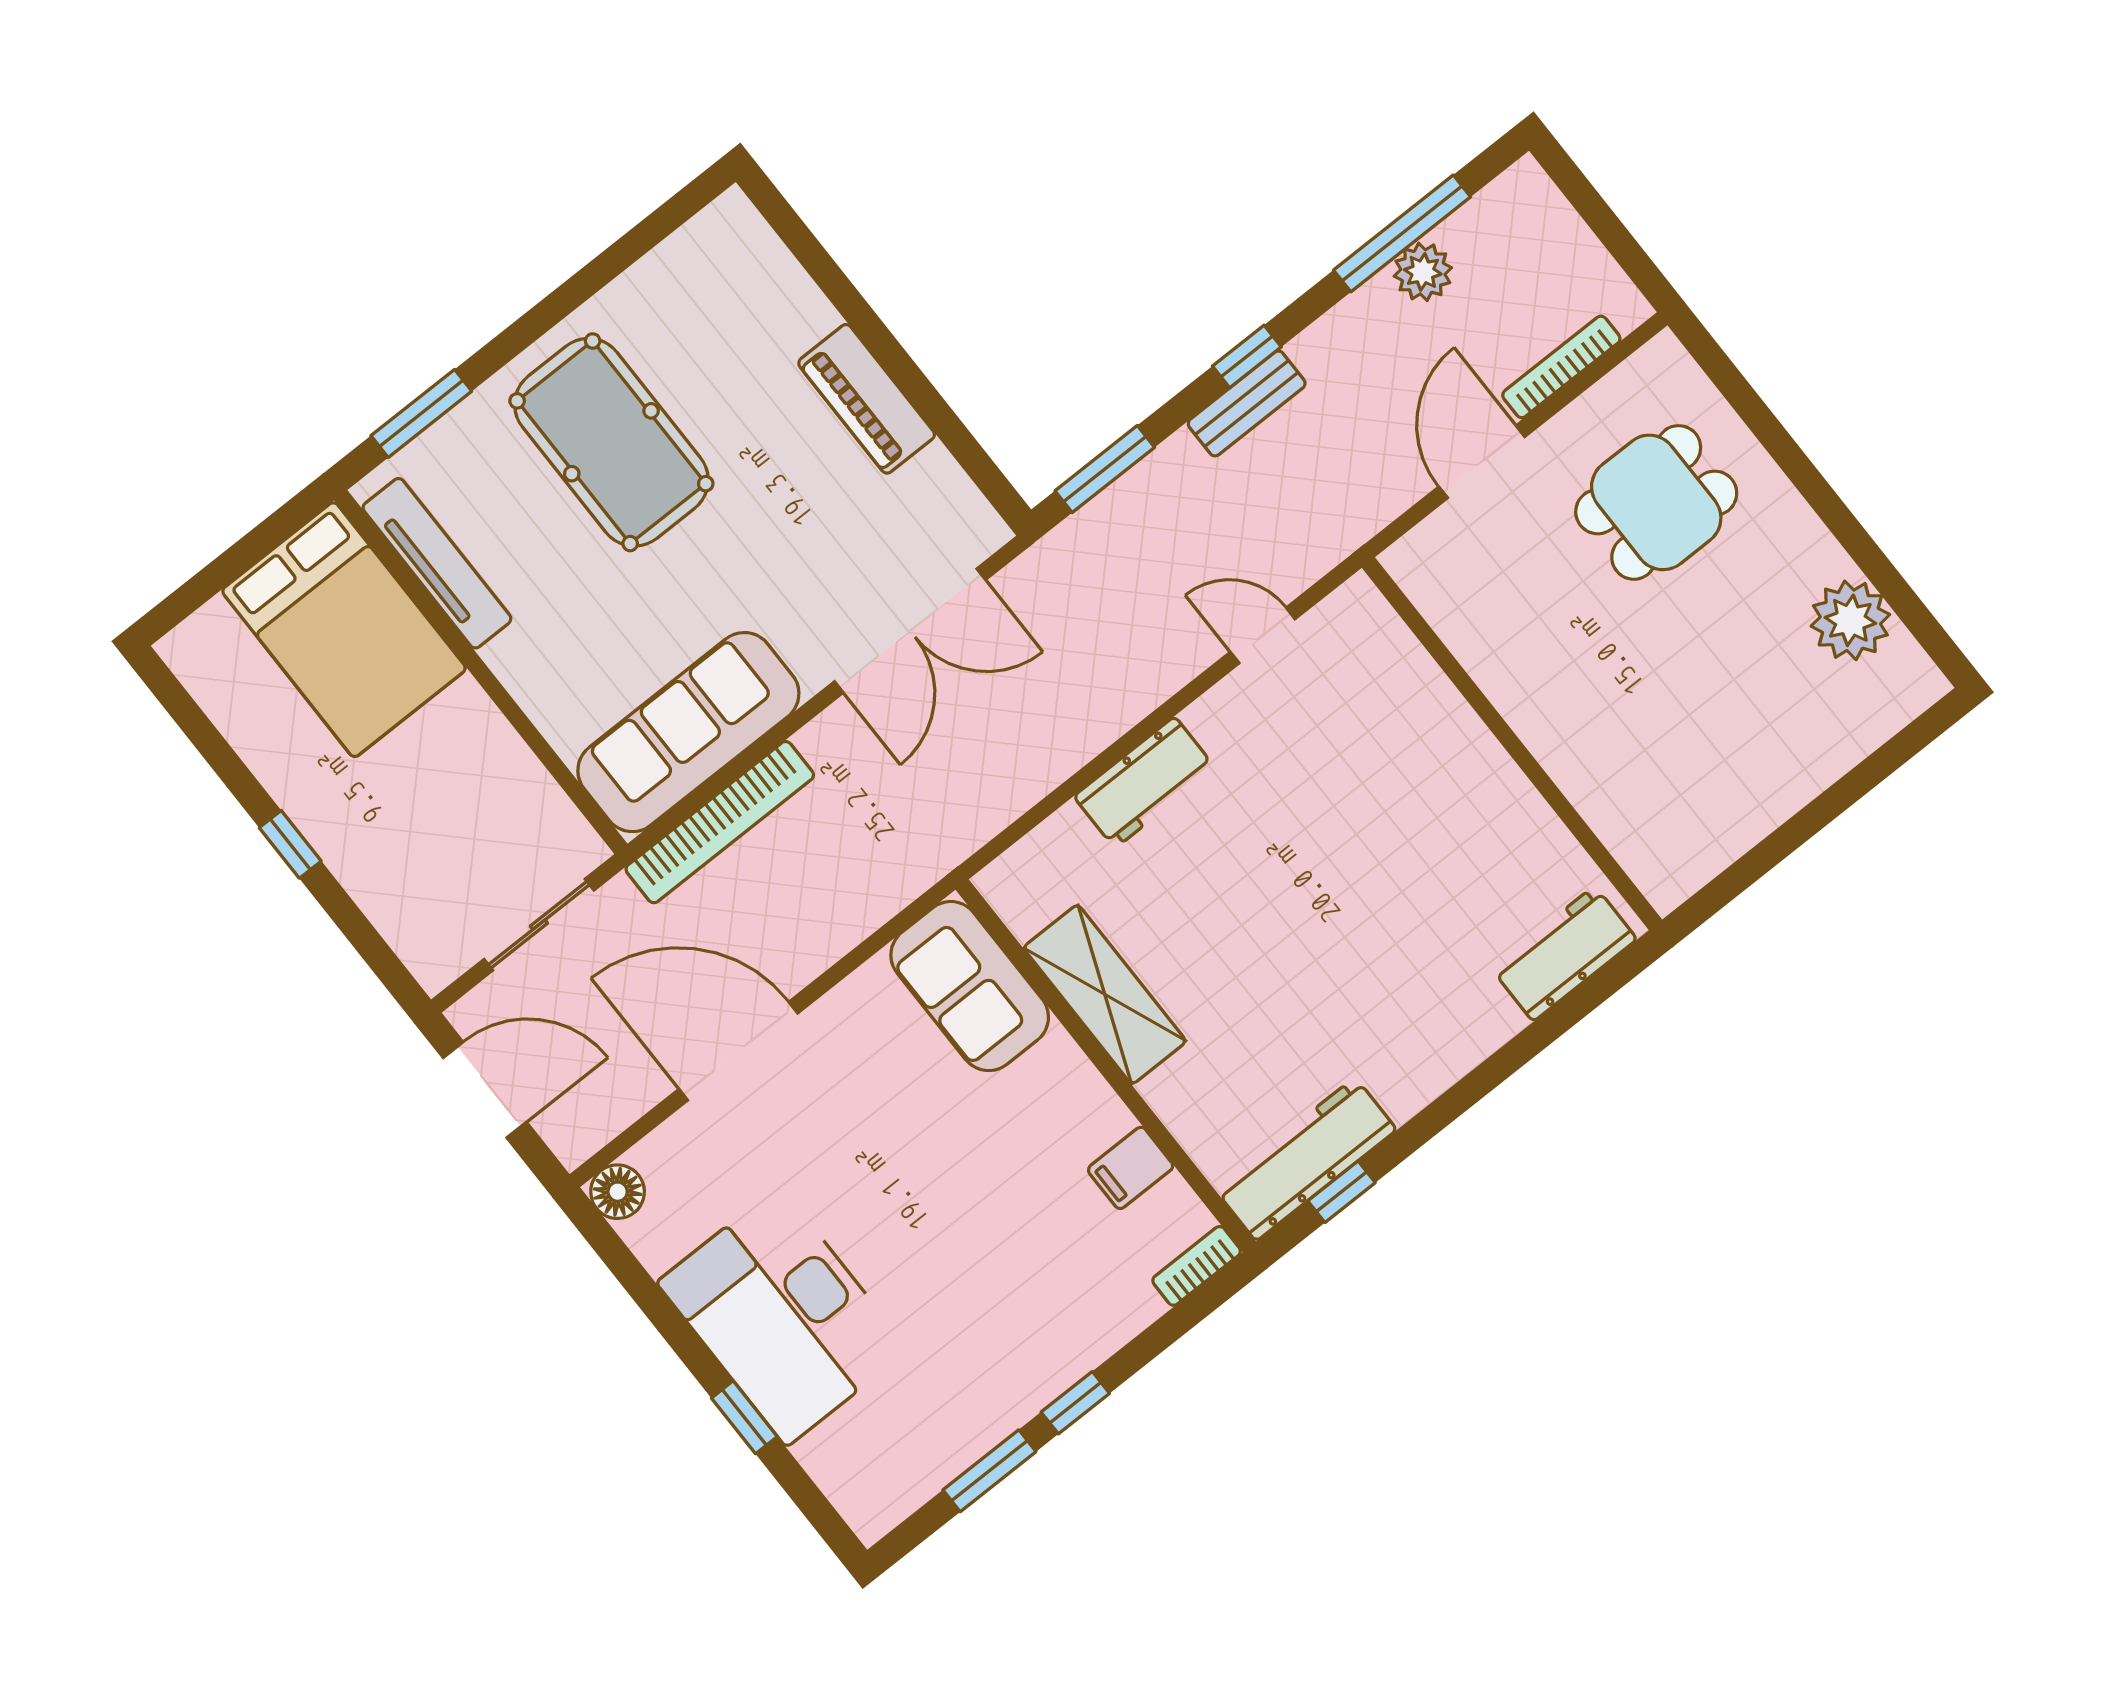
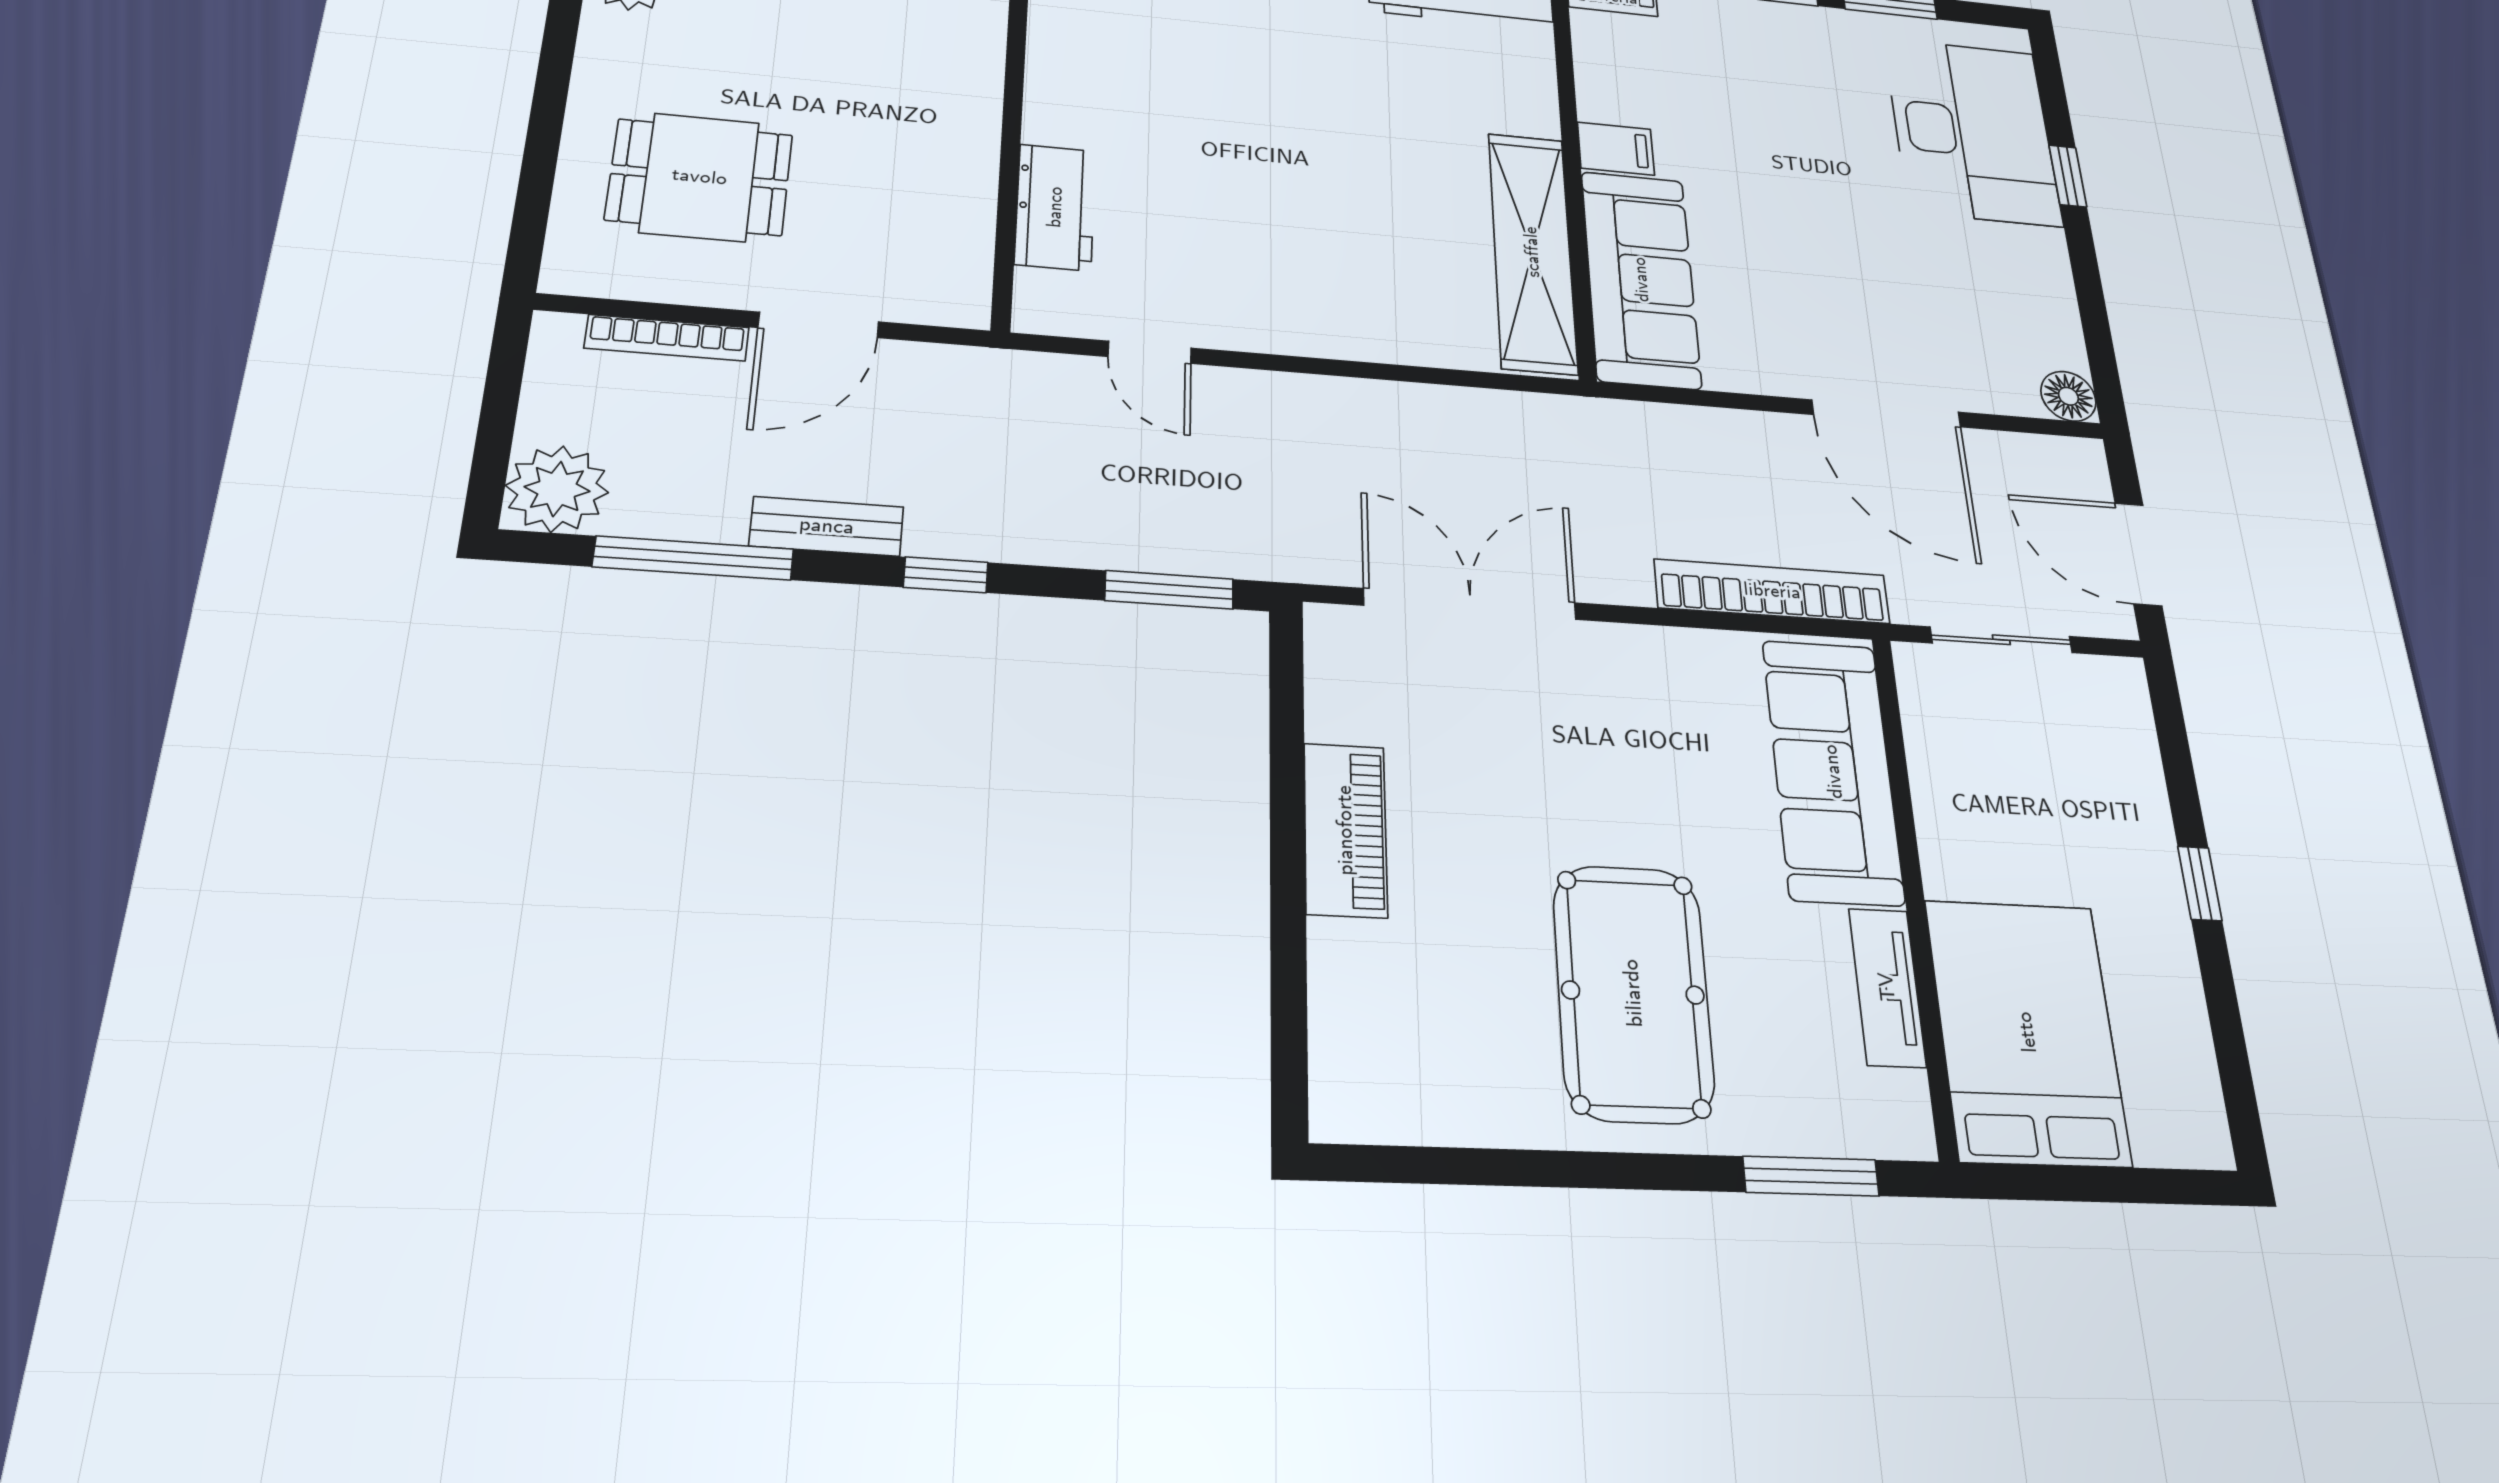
plant: (1423, 272) -> (557, 489), moved, width x1.36, depth x1.36
bench: (1247, 403) -> (827, 526), moved
tv unit: (437, 563) -> (1887, 987), width x0.71
sofa: (688, 732) -> (1833, 771), moved, turned 90
workbench: (1145, 782) -> (1055, 207), moved, turned 90
sofa: (970, 986) -> (1641, 279), width x1.36
shelving: (1105, 994) -> (1532, 252), width x1.47
filing cabinet: (1131, 1168) -> (1616, 149), moved
desk: (783, 1316) -> (1972, 131), moved

